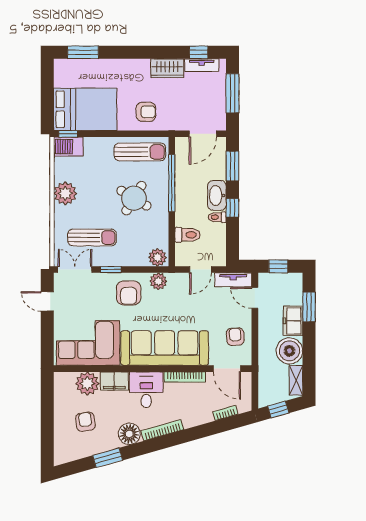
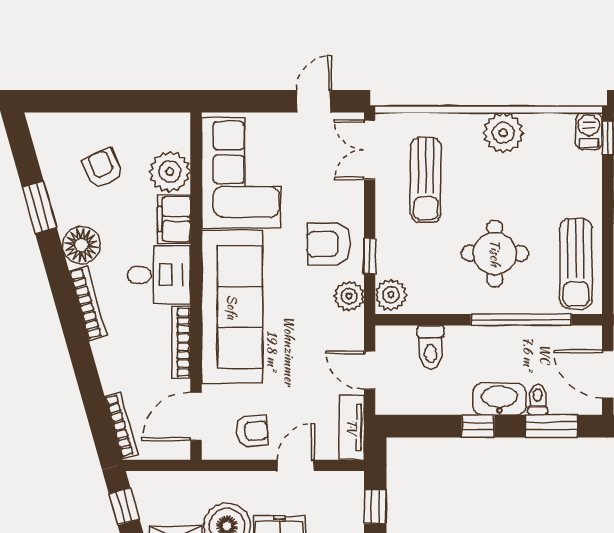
barbecue: (68, 147) -> (589, 131), width x0.73, depth x0.79
round table: (134, 198) -> (495, 253), turned -31
toilet: (217, 217) -> (538, 399), moved
double door: (75, 270) -> (370, 150), swing flipped
window: (111, 270) -> (370, 256), moved
door: (255, 298) -> (296, 465), moved
bookcase: (225, 413) -> (121, 425), width x1.56
armchair: (85, 422) -> (103, 168), turned -107

